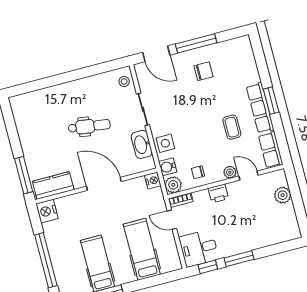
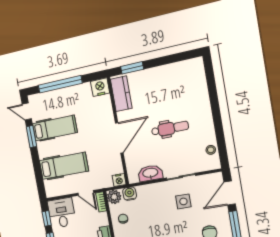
stool: (124, 81) -> (211, 150), moved
dental chair: (89, 126) -> (170, 128), turned -98
side table: (165, 143) -> (183, 201), moved
window: (24, 175) -> (132, 68), width x0.69
door: (172, 220) -> (86, 193), swing flipped

